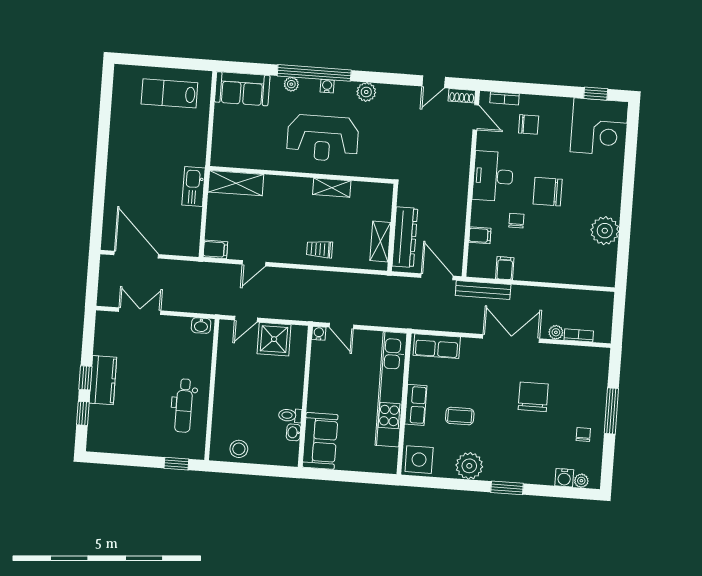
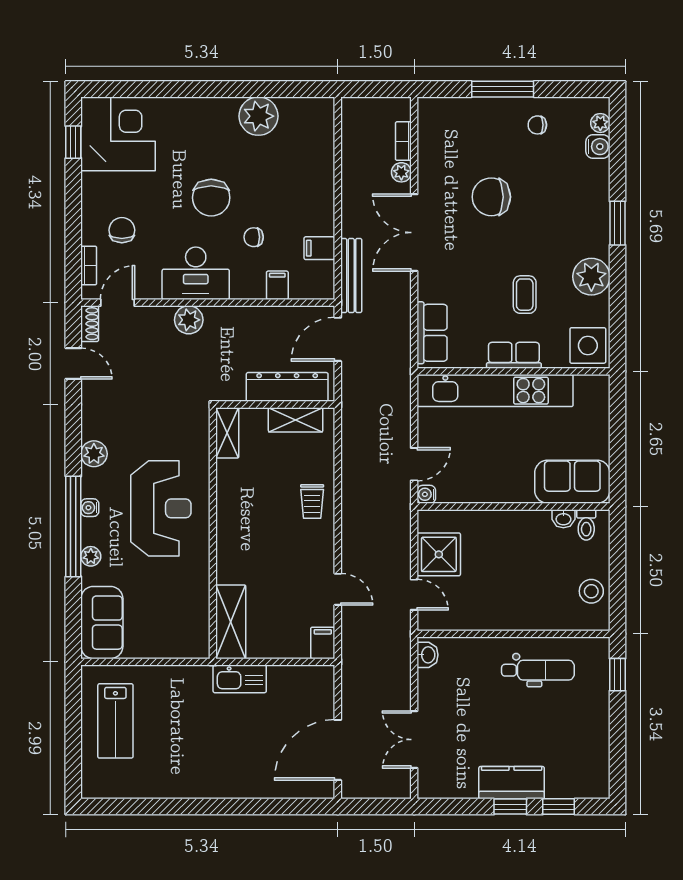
plant: (459, 169) -> (189, 320), added
shelving: (332, 188) -> (227, 433), moved
toilet: (290, 415) -> (586, 525), moved

